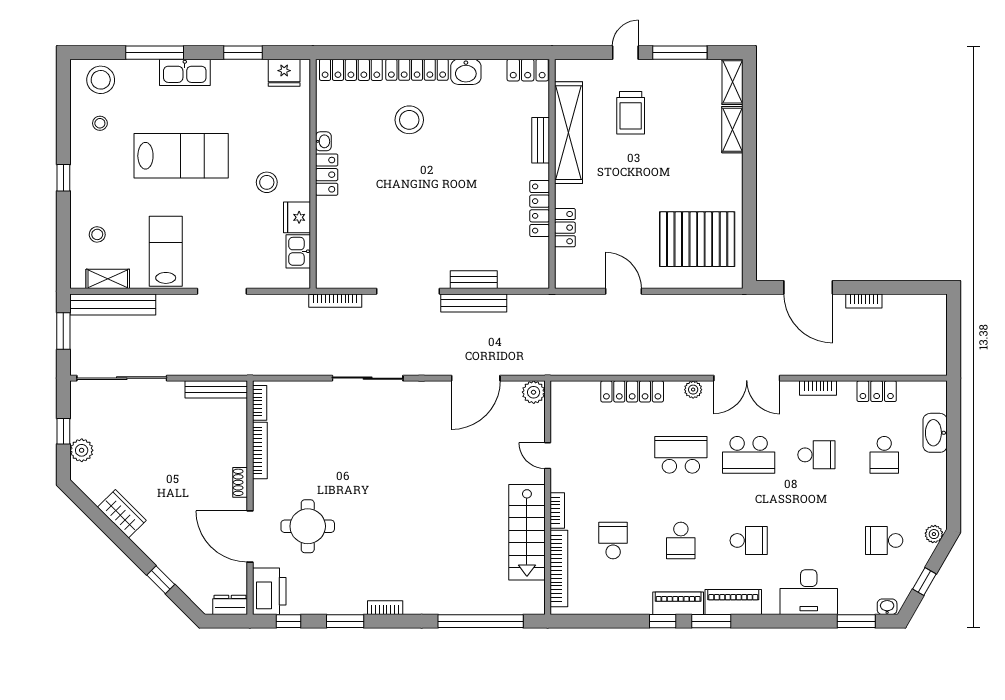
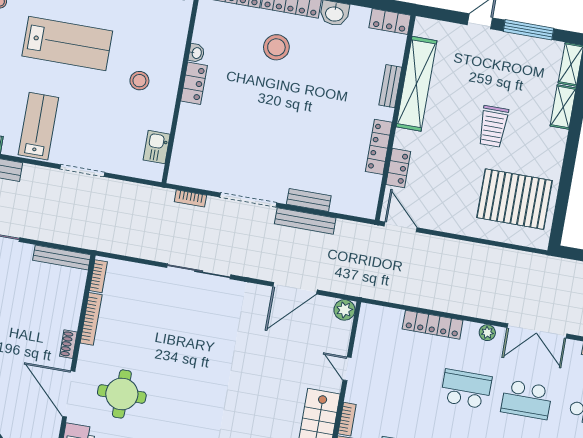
trolley: (631, 113) -> (493, 126), moved
fridge: (297, 217) -> (161, 117), removed
door: (623, 291) -> (401, 227), moved
bookcase: (335, 301) -> (190, 198), width x0.64

